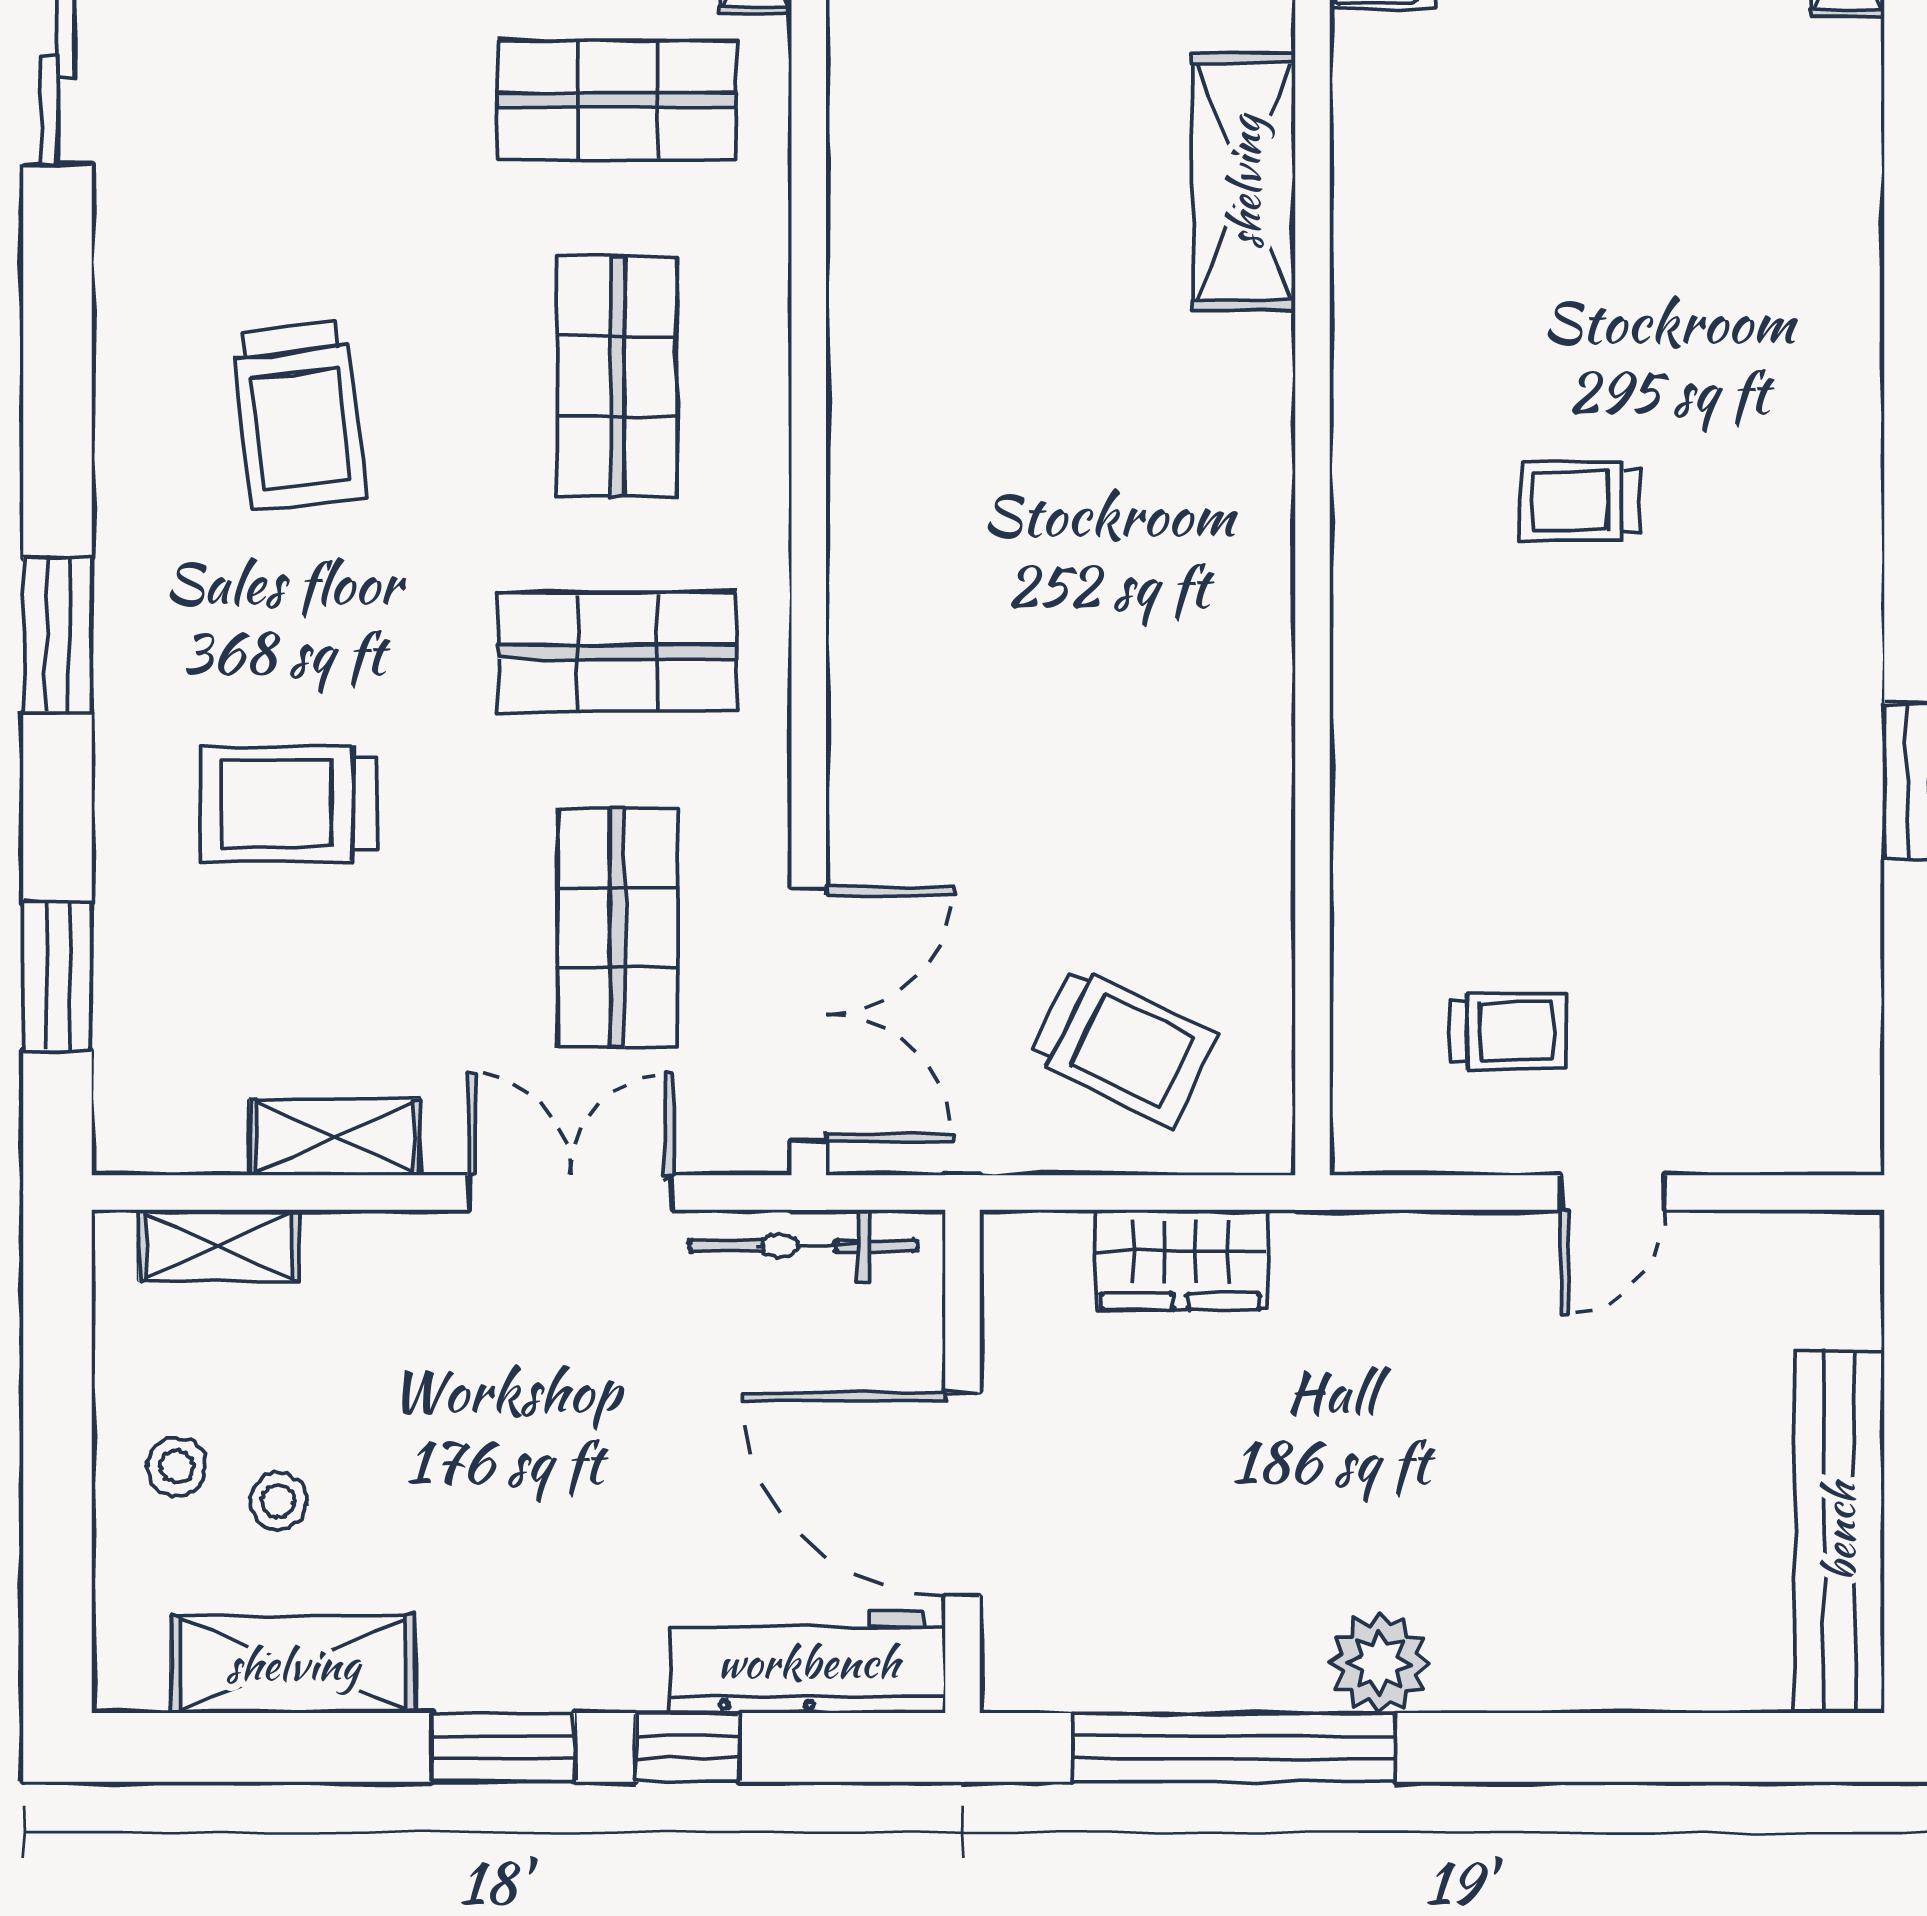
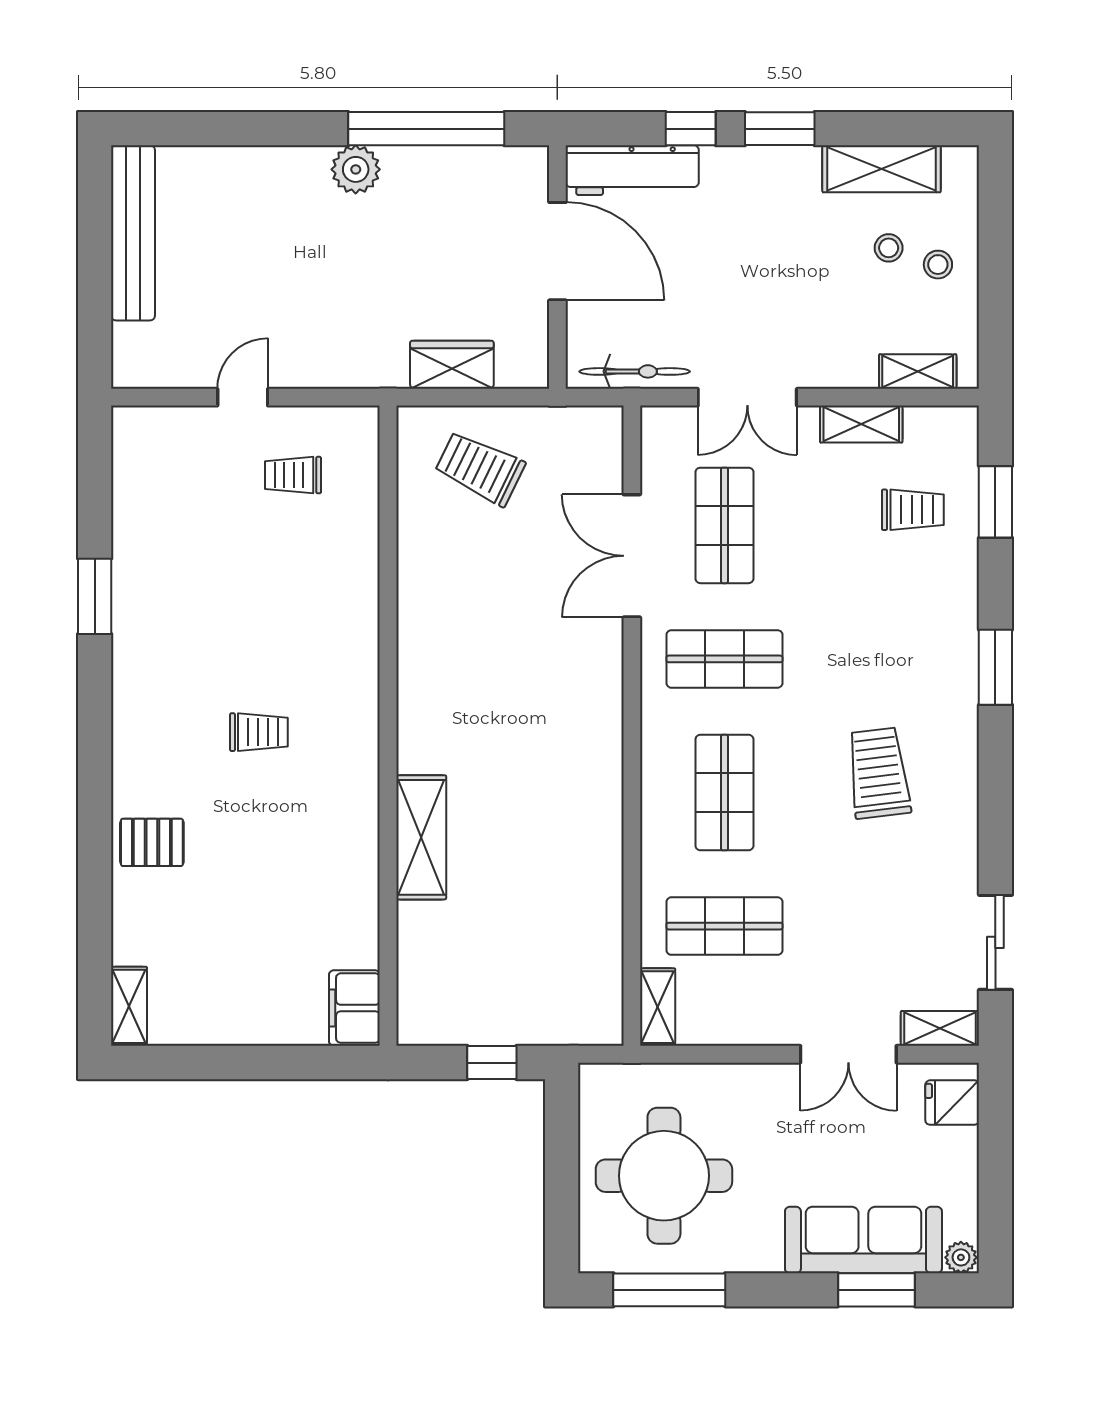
shelving: (1244, 182) -> (421, 837), moved
pallet: (1800, 273) -> (152, 842), added
trolley: (289, 803) -> (913, 510), moved, width x0.73, depth x0.72
double door: (809, 1014) -> (632, 556), moved

